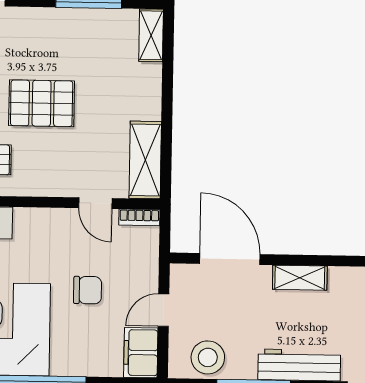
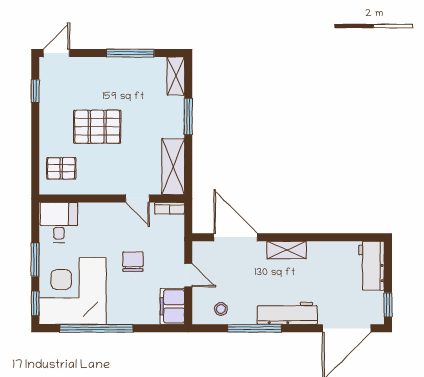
window: (167, 91) -> (188, 116), added
chair: (88, 290) -> (133, 262), turned -90
door: (163, 310) -> (188, 275), swing flipped
stool: (208, 357) -> (221, 309), width x0.53, depth x0.53

